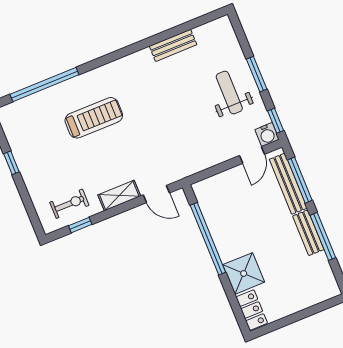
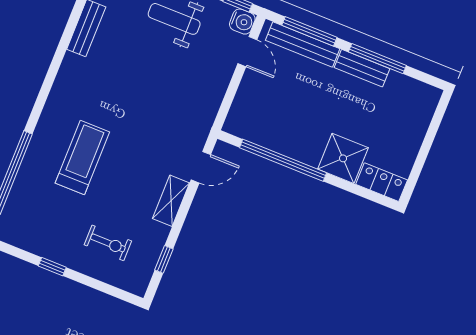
exercise bike: (69, 204) -> (108, 243), moved, turned 90

